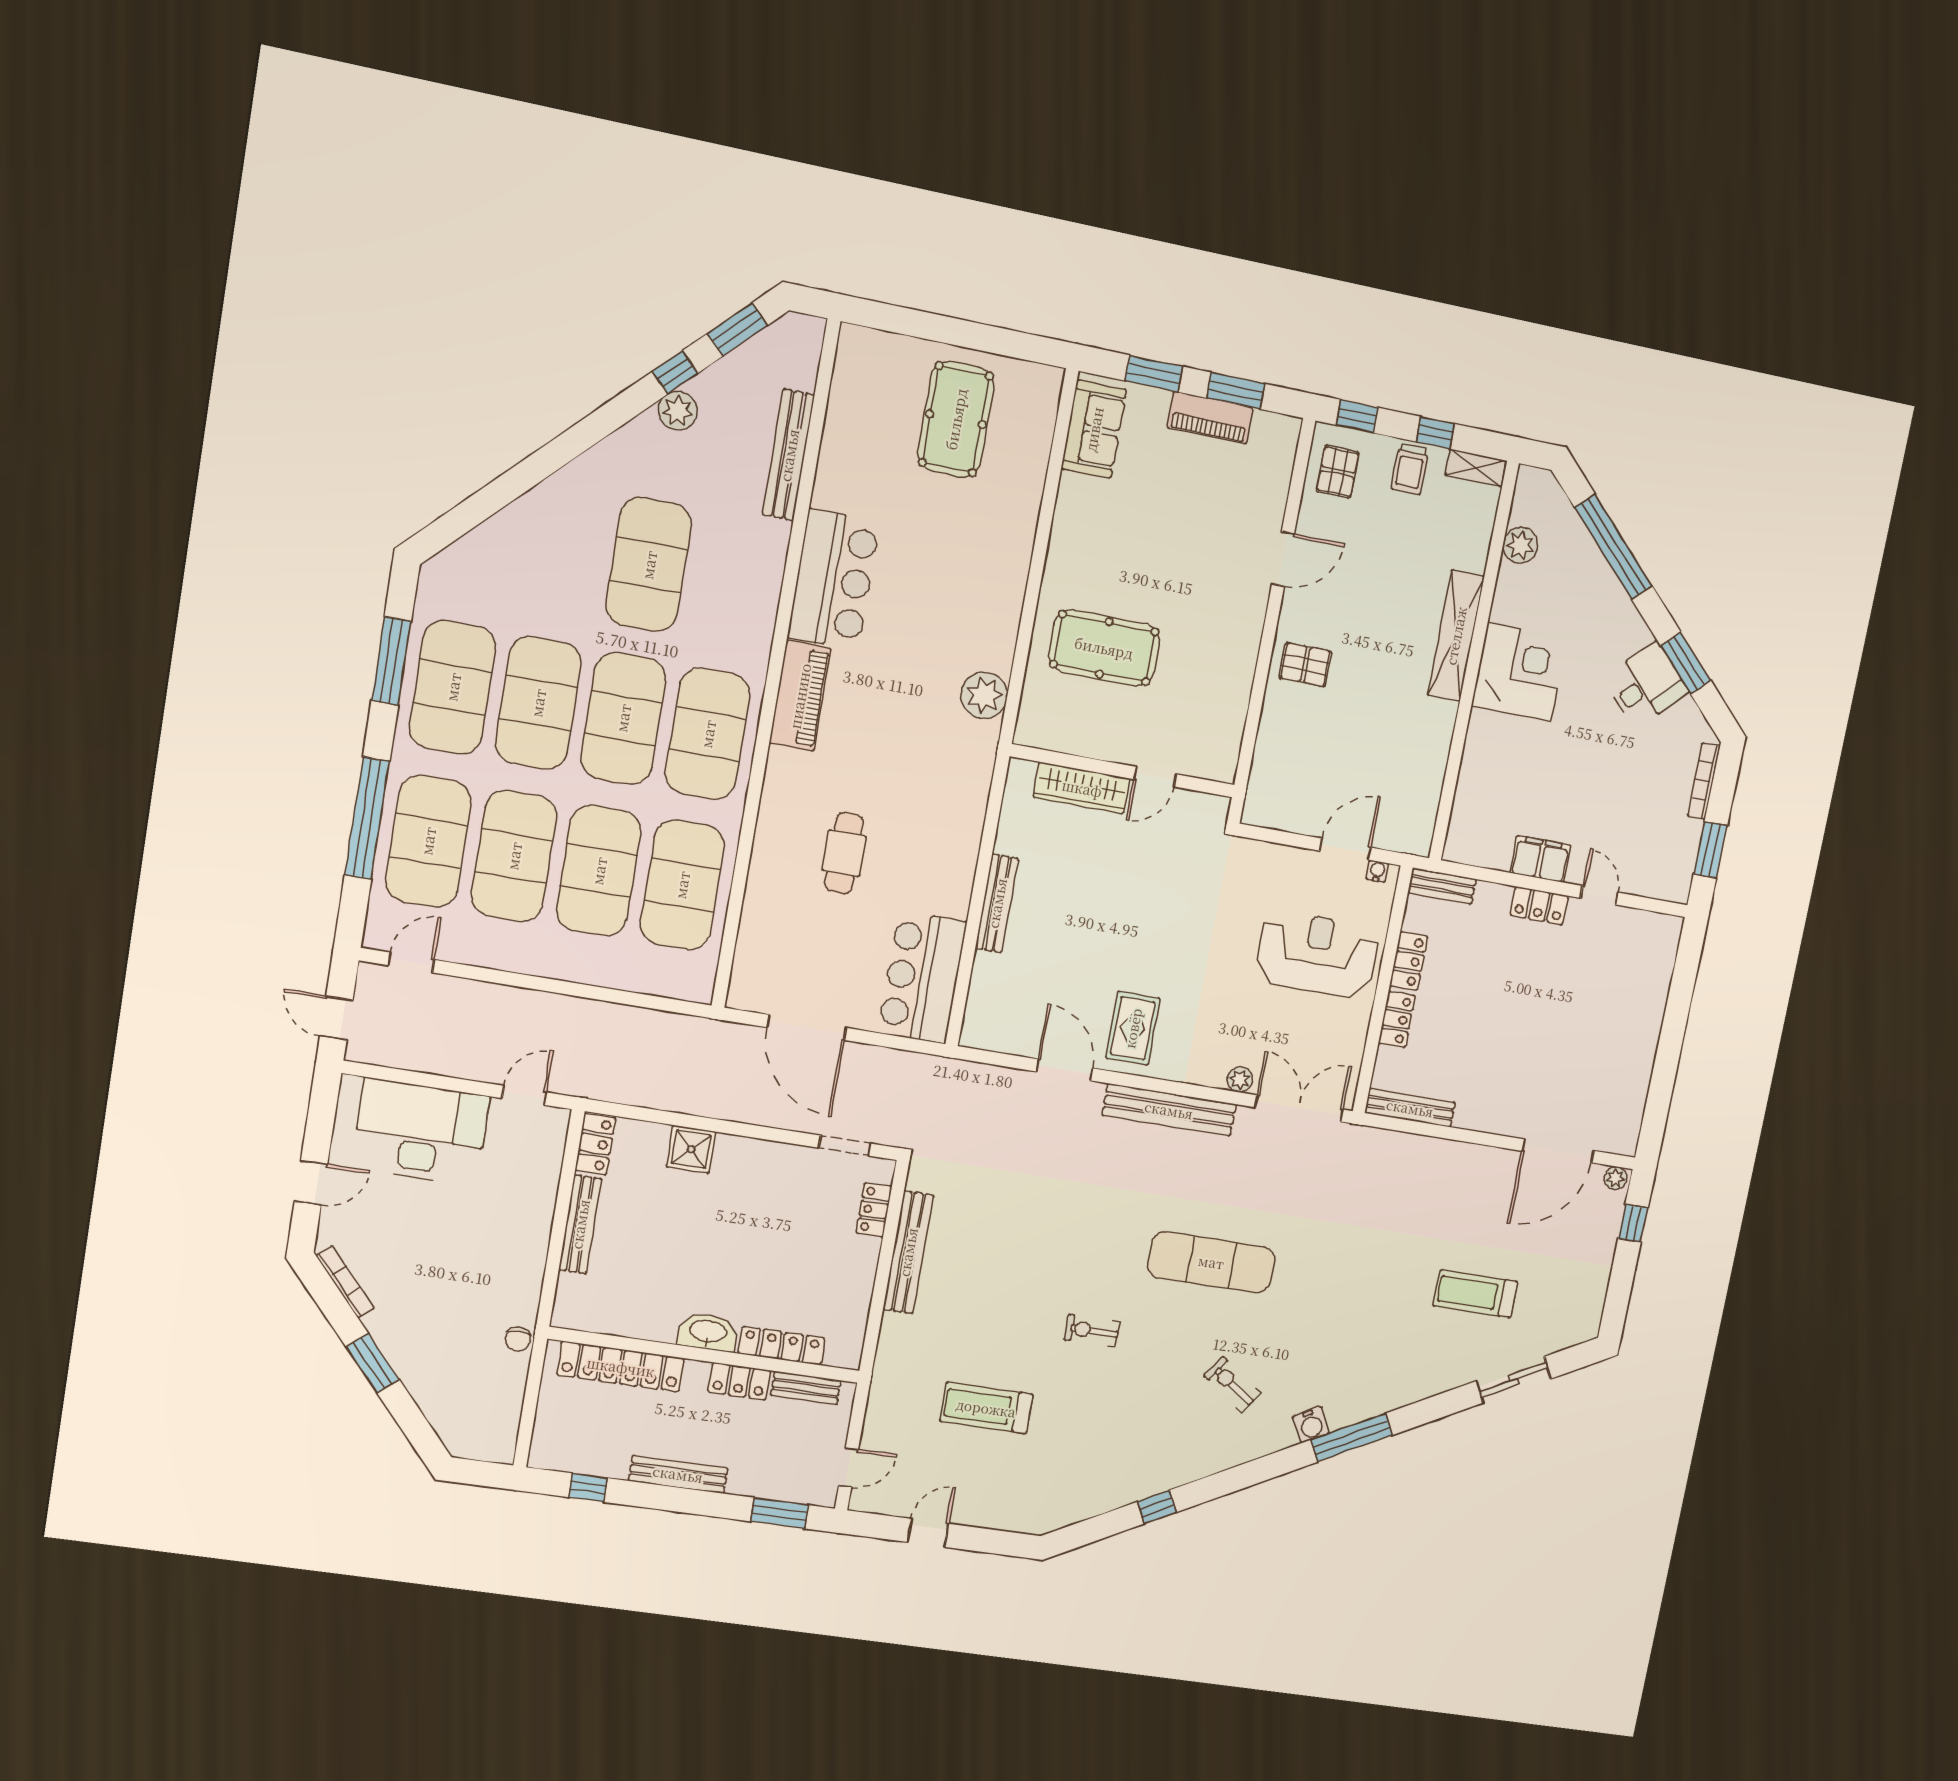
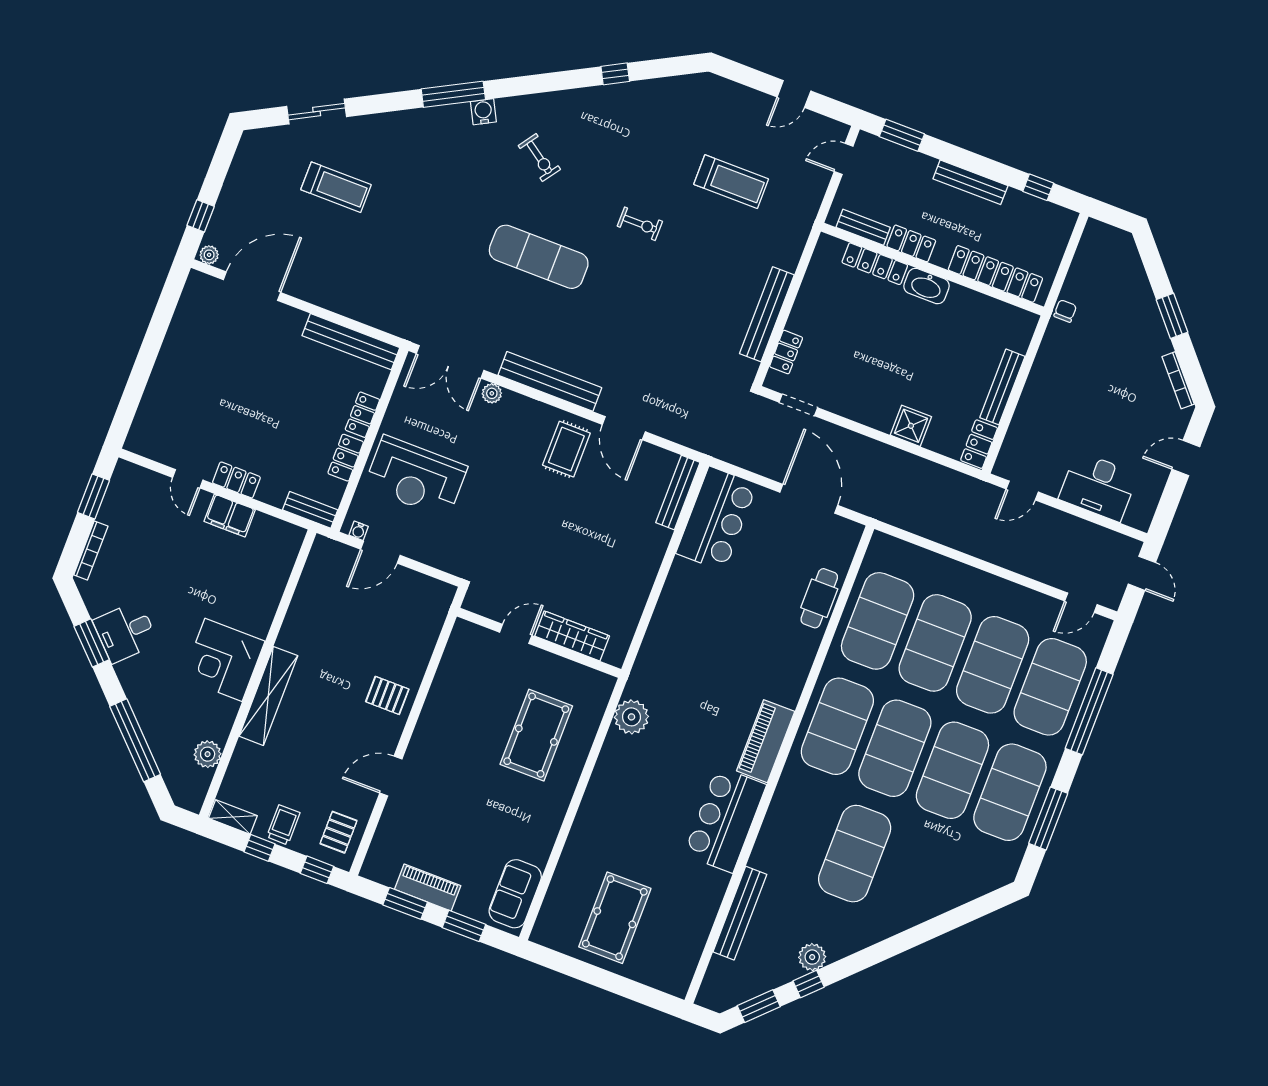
pool table: (1104, 648) -> (536, 735), turned 90
cafe table: (844, 853) -> (819, 598), moved
bench: (997, 903) -> (678, 493), moved
bench: (1410, 1108) -> (351, 342), width x1.37, depth x1.21
desk: (421, 1132) -> (1098, 486), width x0.73, depth x0.77

